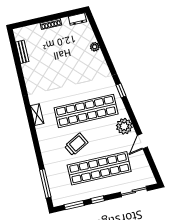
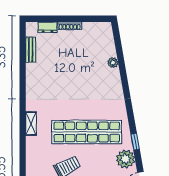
dresser: (77, 19) -> (47, 27), moved
window: (121, 90) -> (135, 142), moved

